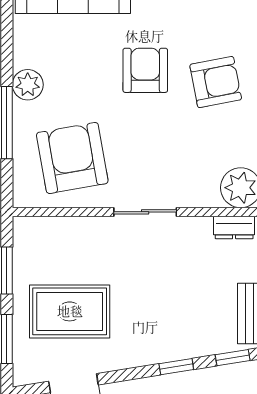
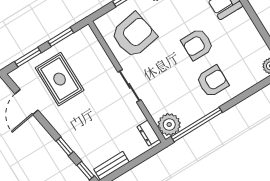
armchair: (145, 70) -> (197, 44), turned 180
armchair: (216, 82) -> (212, 81), turned -79

